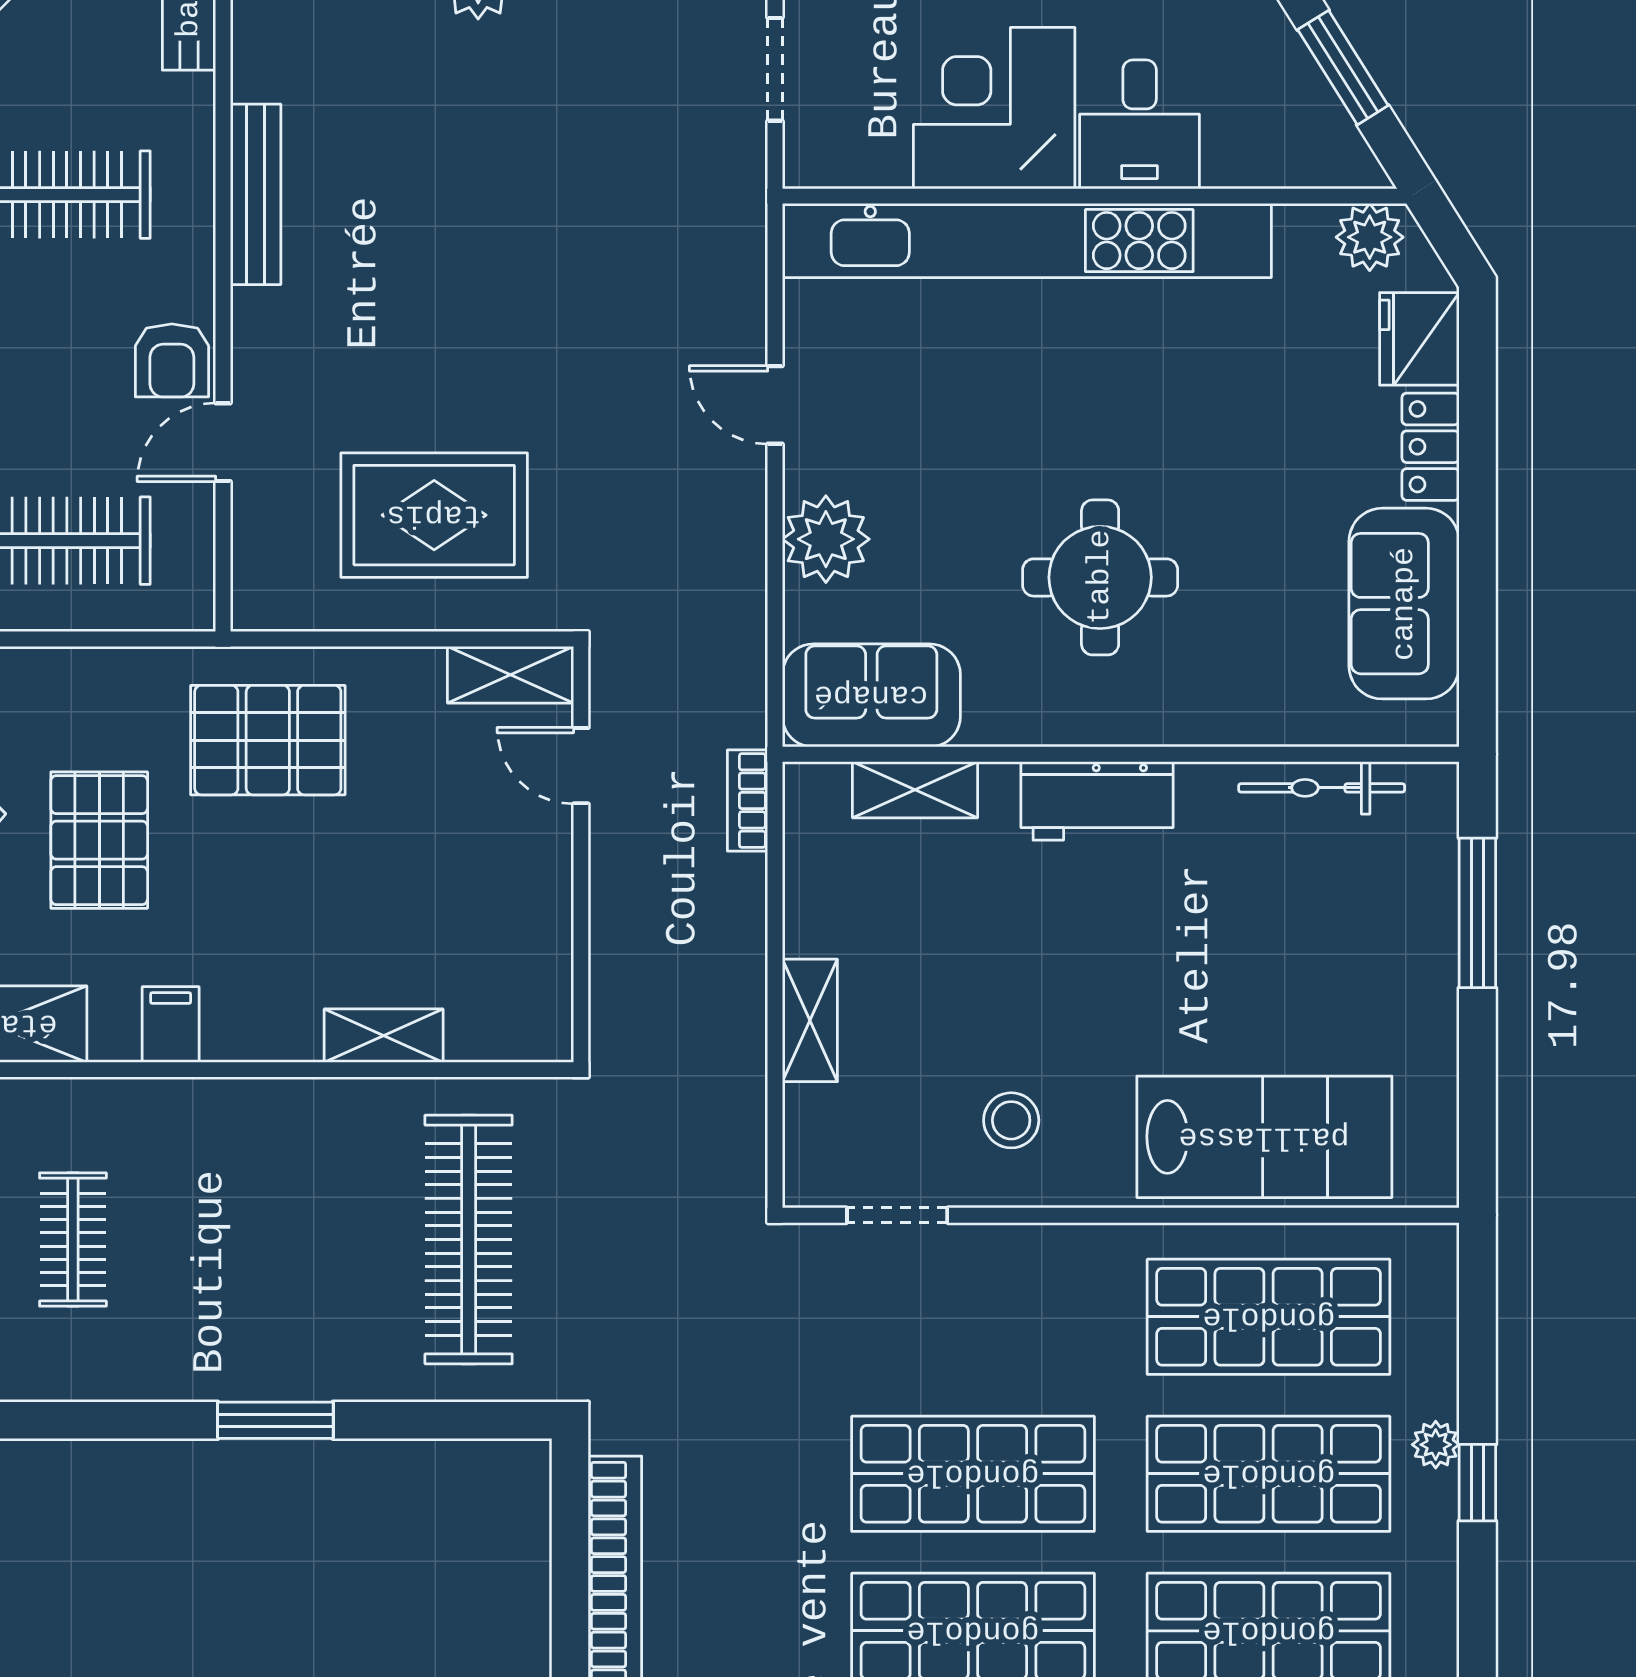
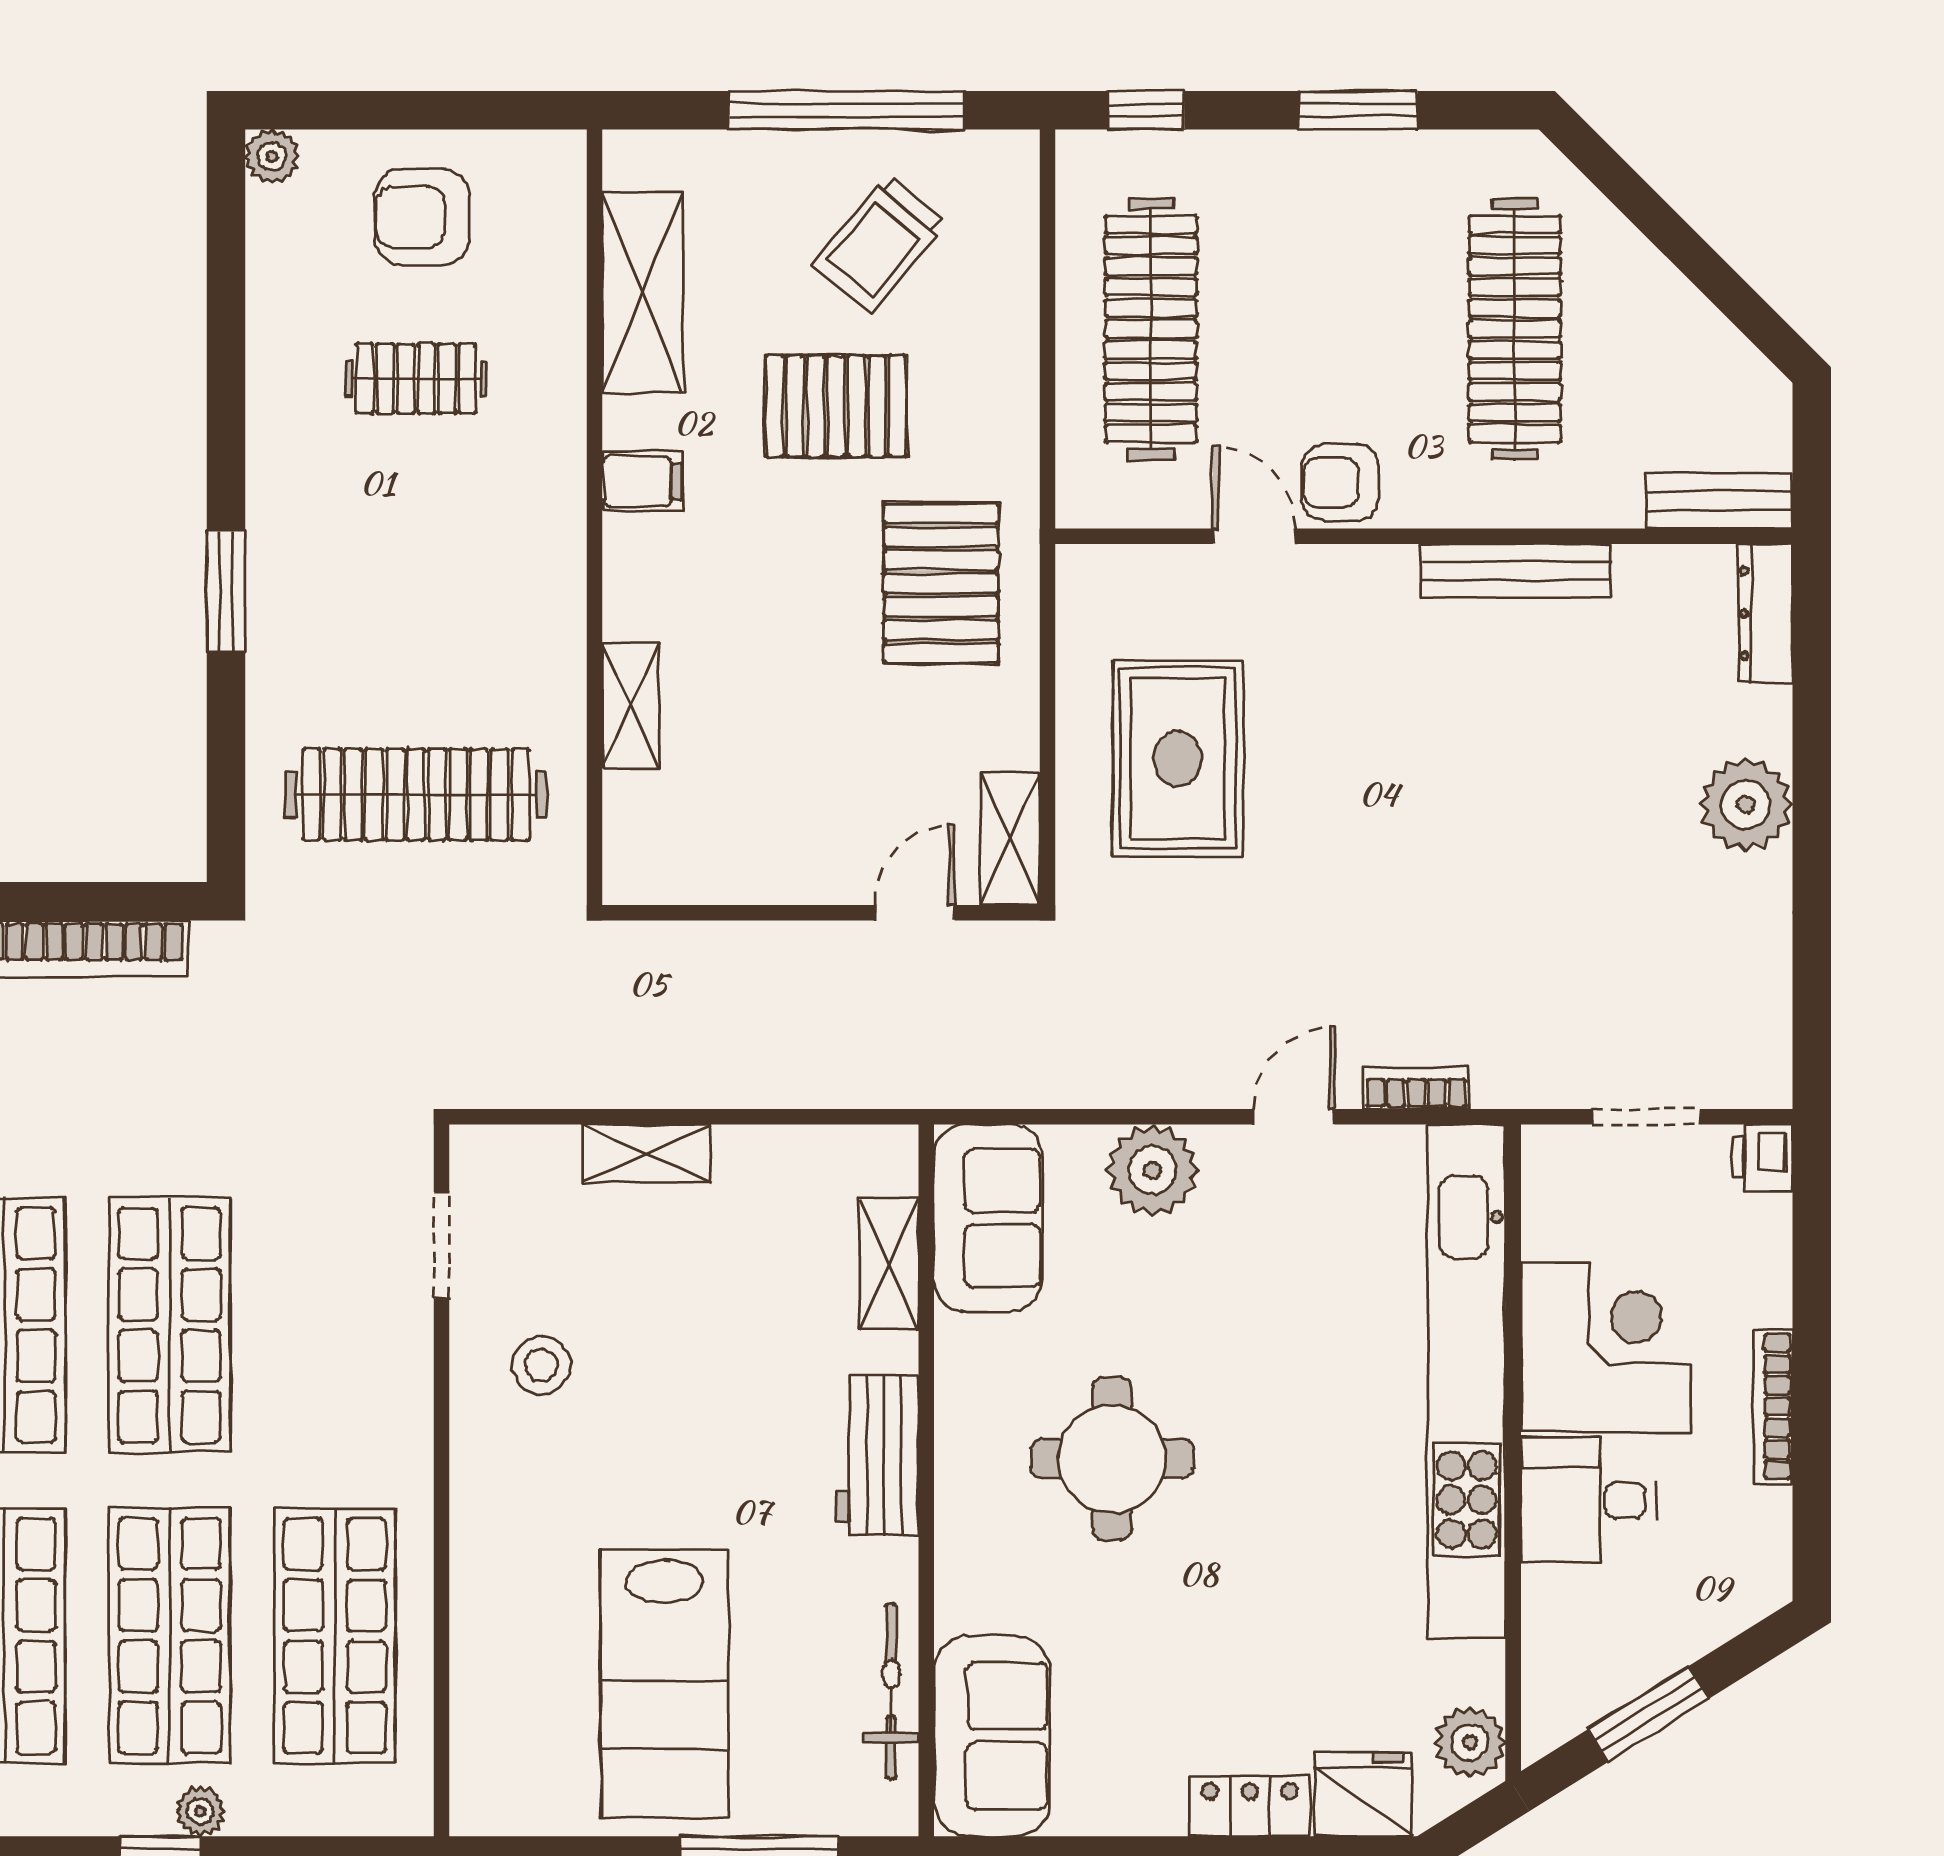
sofa: (1404, 604) -> (992, 1736), moved, turned 90
bookcase: (747, 800) -> (1416, 1088), moved
lab bench: (1264, 1137) -> (664, 1683), moved

